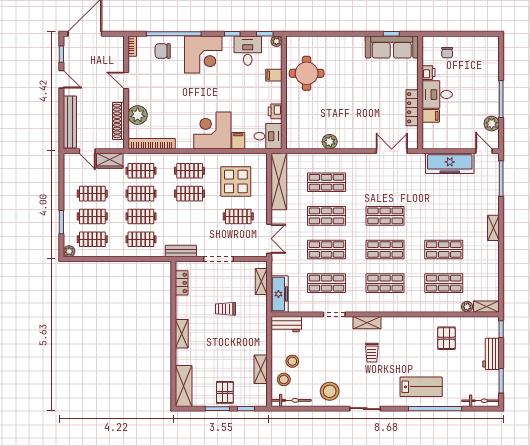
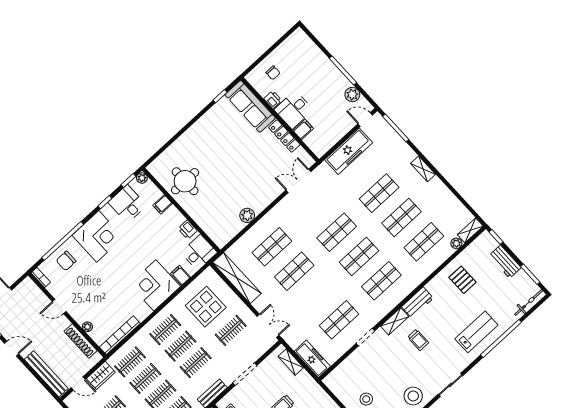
sofa: (392, 47) -> (250, 106), moved, turned 90
plant: (138, 115) -> (87, 327), width x0.53, depth x0.53
clothes rail: (190, 216) -> (196, 363), added
shop shelf: (326, 249) -> (379, 193), moved
workbench: (286, 324) -> (417, 302), moved

